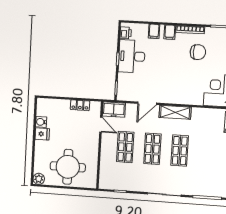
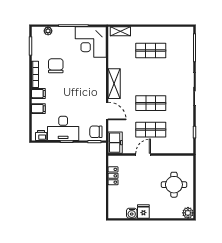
chair: (126, 90) -> (96, 132), added
door: (101, 125) -> (143, 154), moved
shop shelf: (180, 151) -> (151, 51), moved
round table: (68, 167) -> (174, 185), width x0.73, depth x0.73

